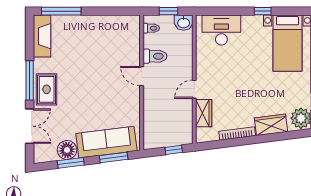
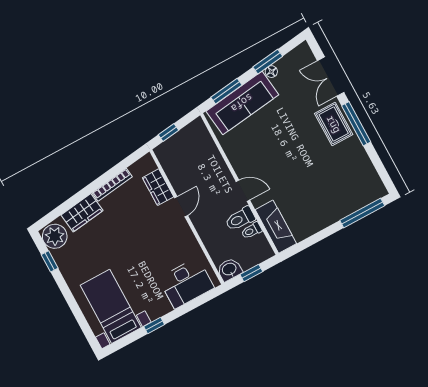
toilet: (151, 28) -> (252, 231), moved
fireplace: (42, 36) -> (276, 227), moved, turned 180
floor lamp: (67, 150) -> (271, 72), width x0.53, depth x0.53

